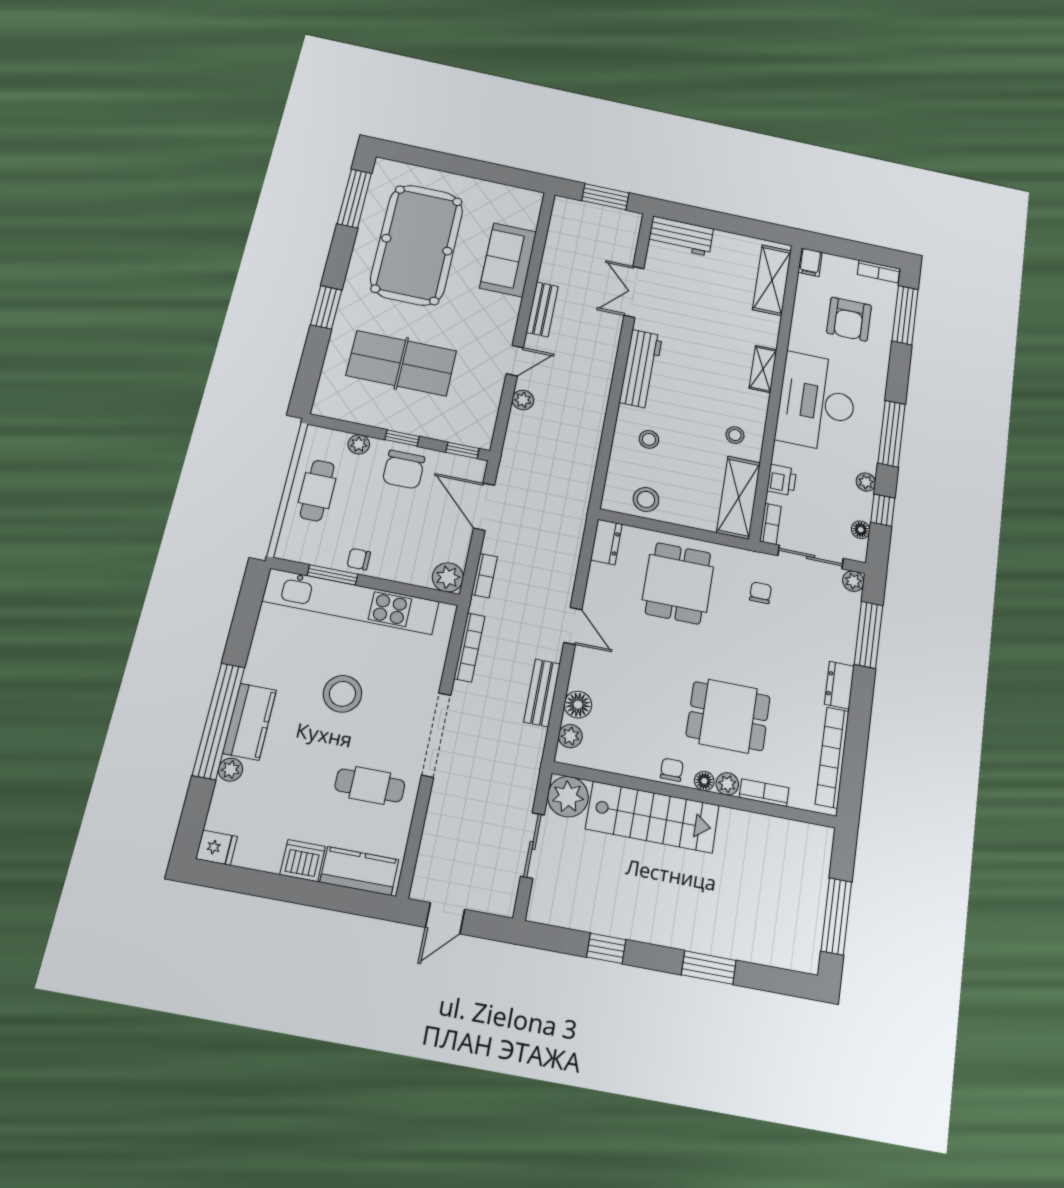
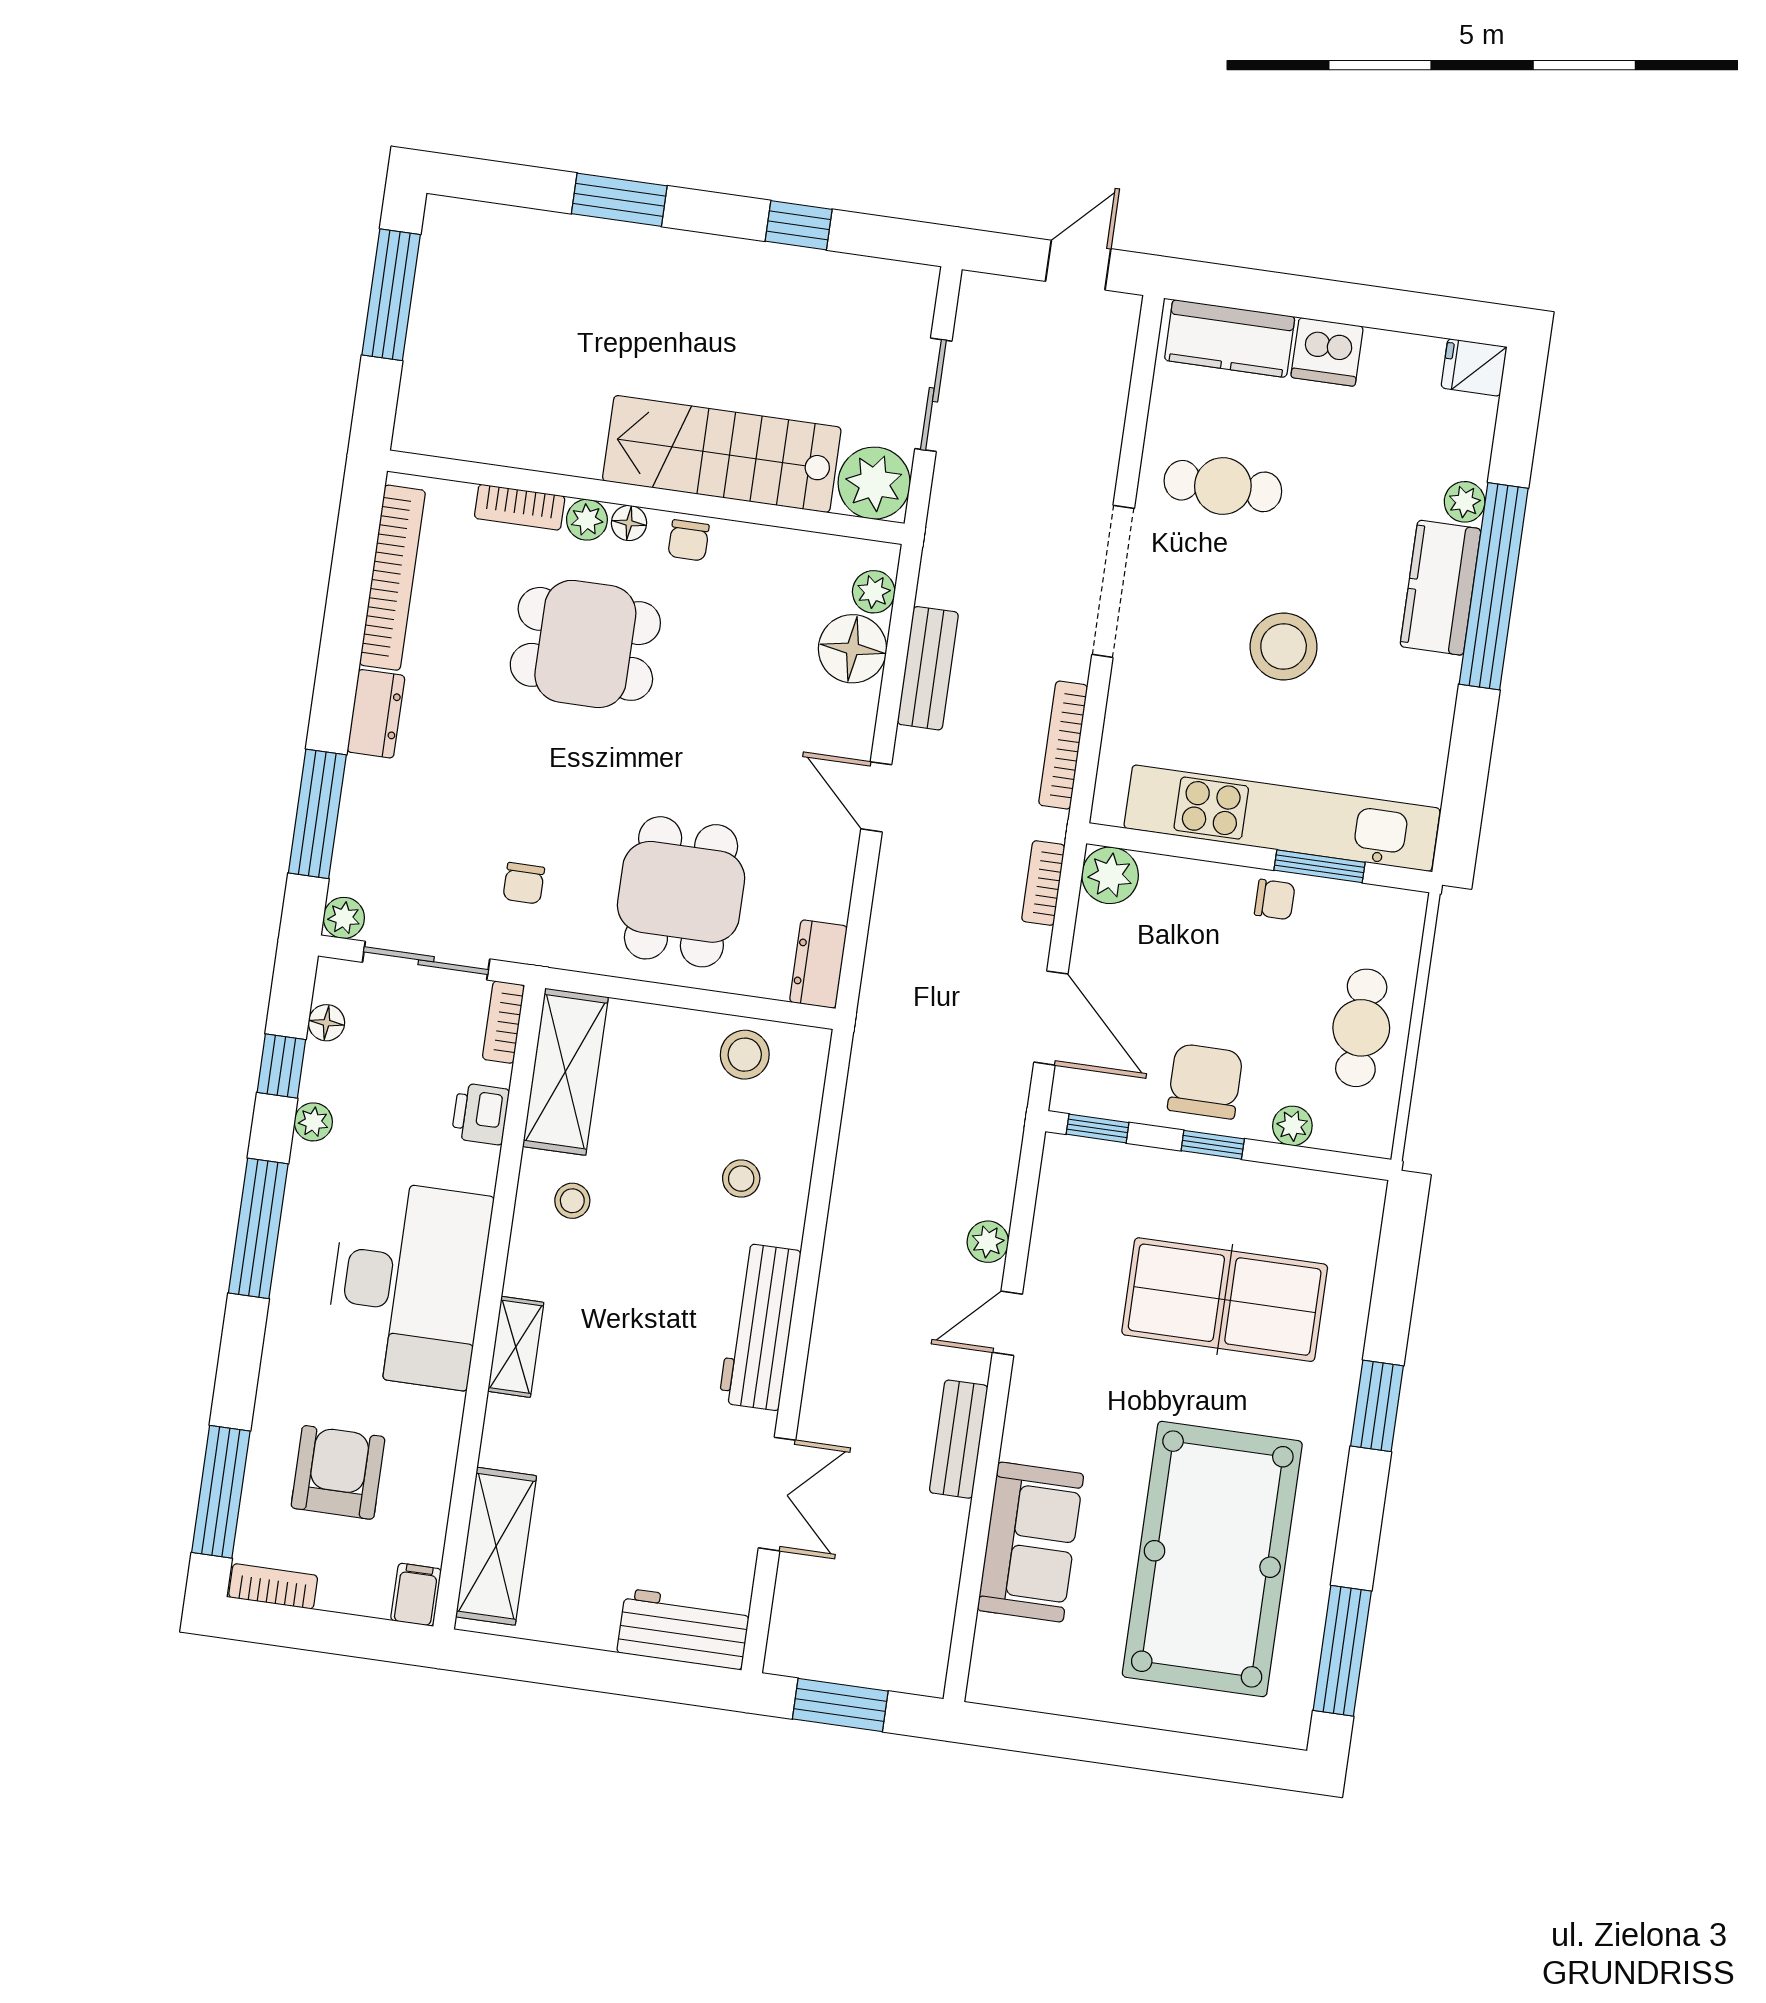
floor lamp: (578, 705) -> (852, 649), width x1.38, depth x1.38

